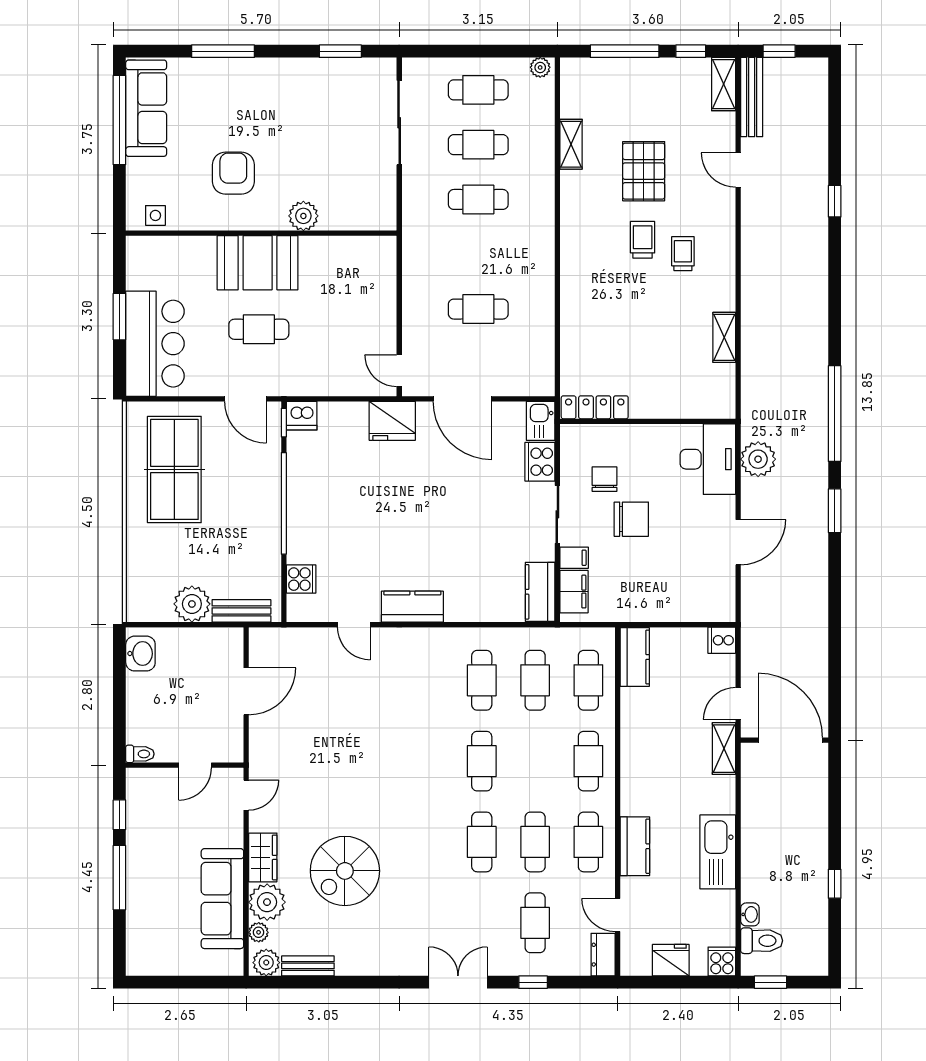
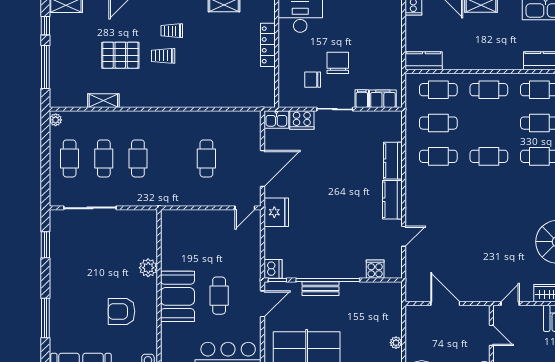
locker: (595, 407) -> (268, 45), moved
kitchen counter: (540, 592) -> (393, 161), moved, turned 90
plant: (192, 604) -> (396, 343), width x0.53, depth x0.53
bench: (241, 611) -> (320, 289), moved, turned 90
door: (246, 795) -> (510, 303), hinge flipped

